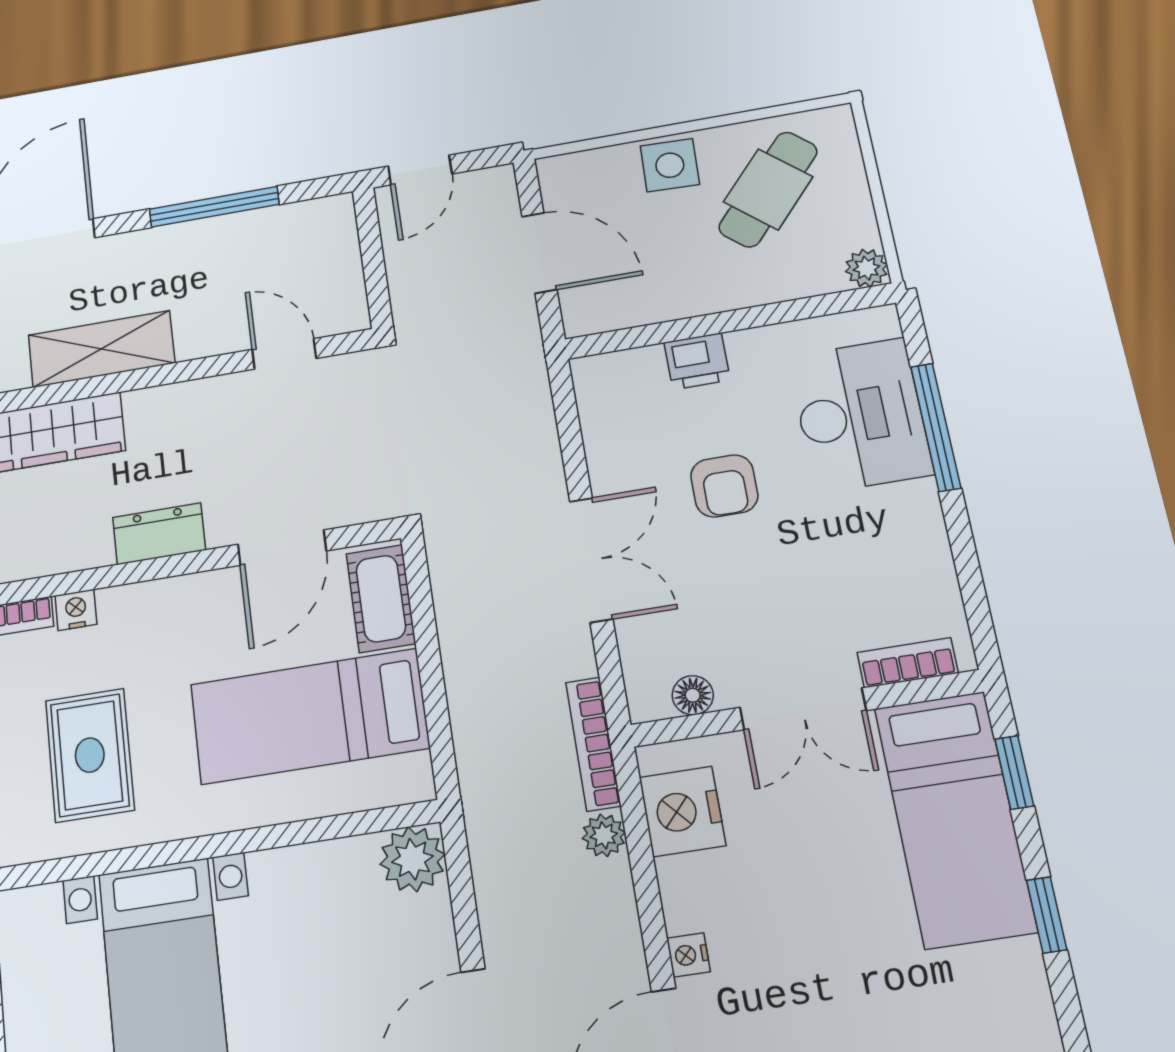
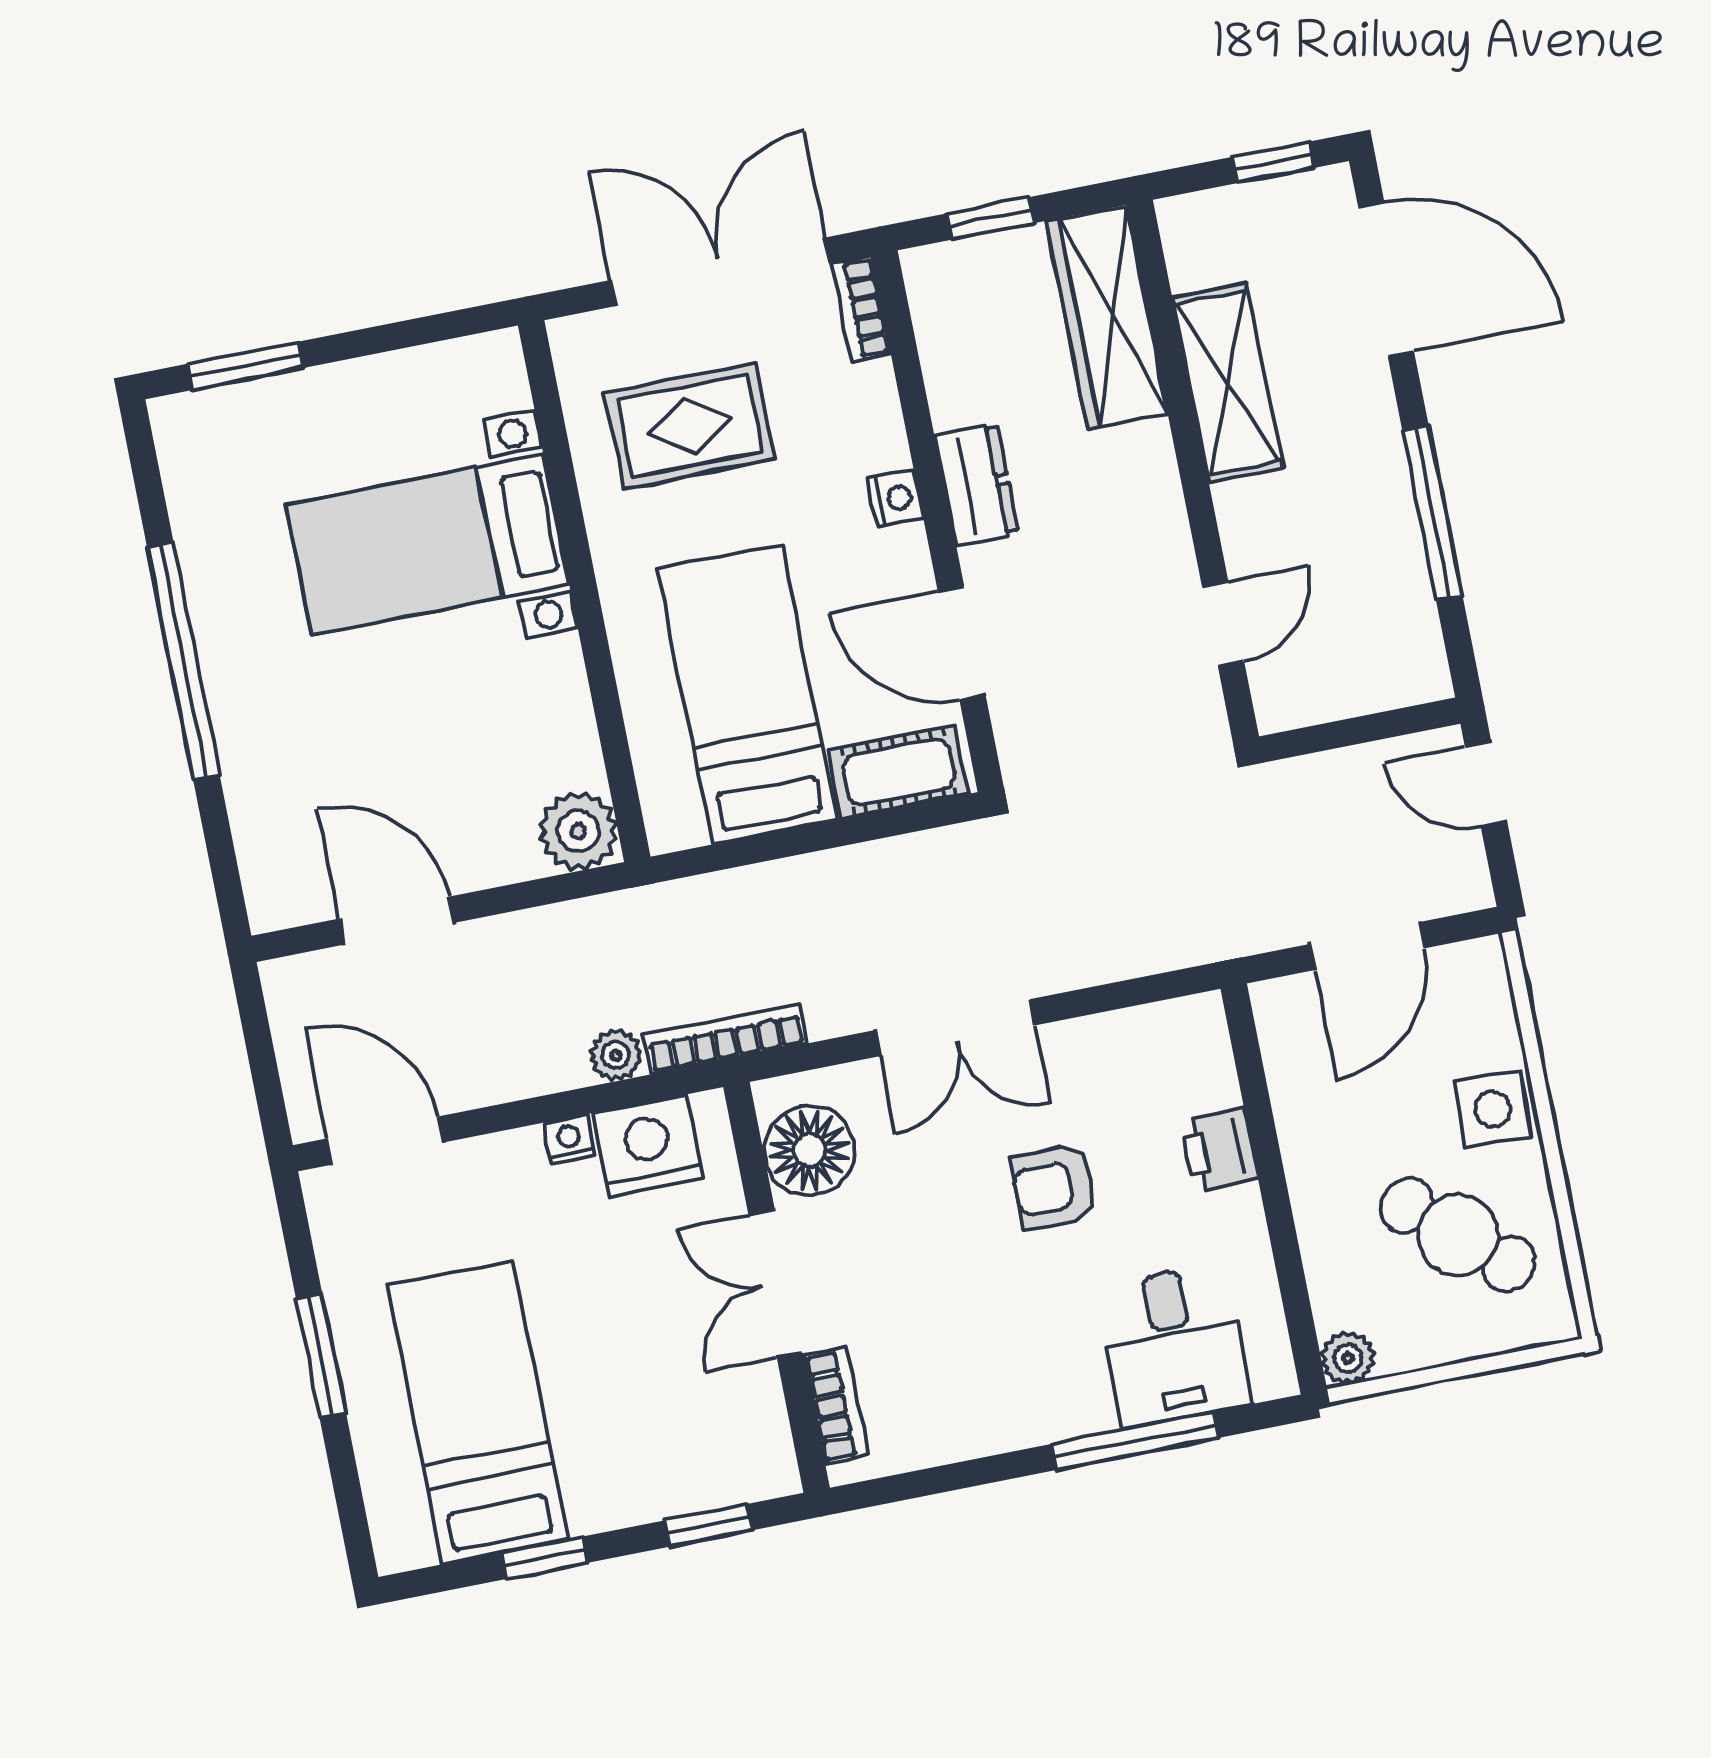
desk: (860, 415) -> (1174, 1345), width x0.73
nightstand: (76, 610) -> (896, 498), moved
floor lamp: (693, 695) -> (809, 1150), width x1.89, depth x1.89
bed: (955, 819) -> (478, 1412), moved, turned 90
nightstand: (688, 955) -> (569, 1139), moved

